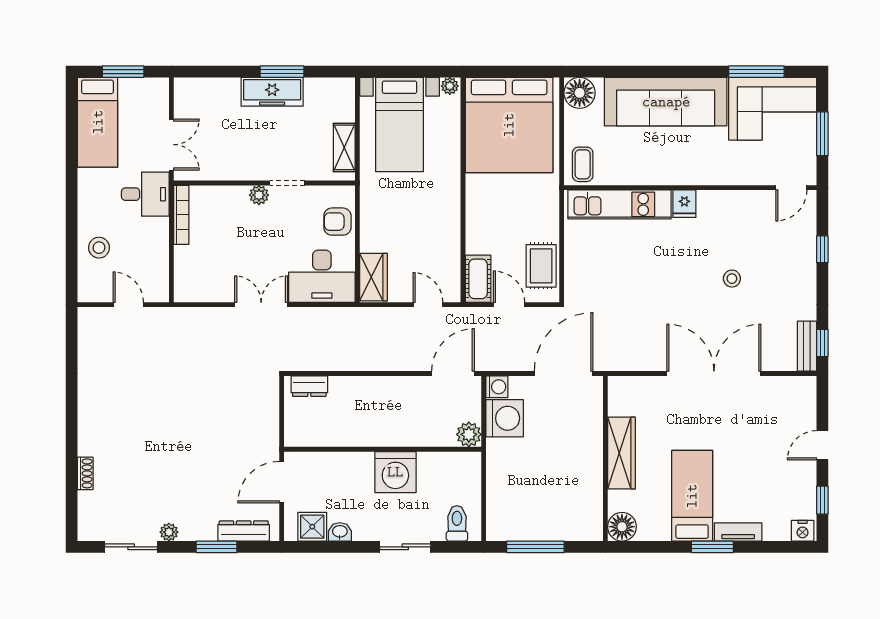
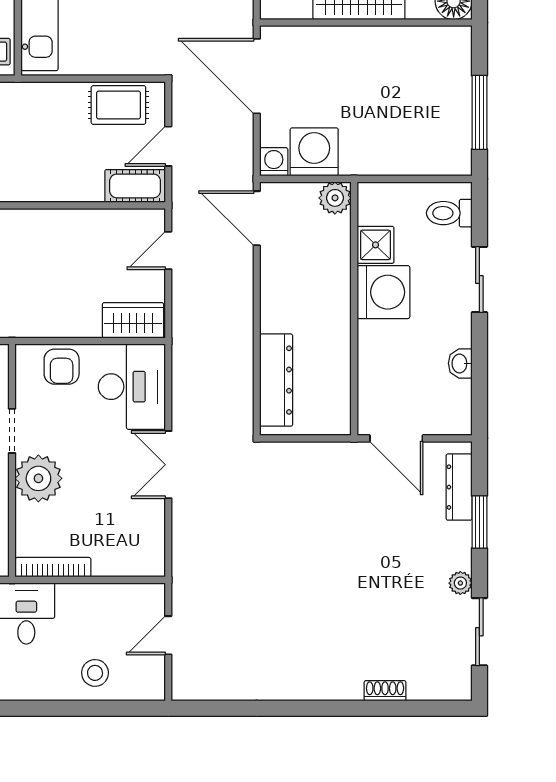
plant: (259, 195) -> (38, 478), width x1.87, depth x1.87
dresser: (309, 386) -> (276, 380), width x1.96, depth x1.24
shower: (312, 527) -> (375, 245), moved

